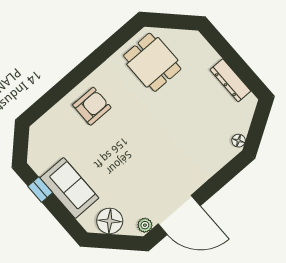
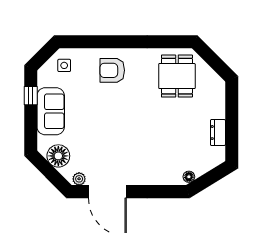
dresser: (230, 80) -> (218, 133), width x0.70
armchair: (92, 106) -> (112, 70), turned 180
side table: (46, 138) -> (64, 65), added

